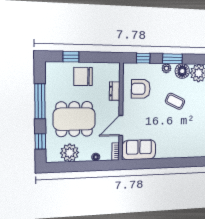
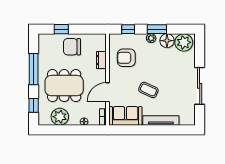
coffee table: (175, 101) -> (148, 90), moved
tv unit: (174, 153) -> (161, 120), added

